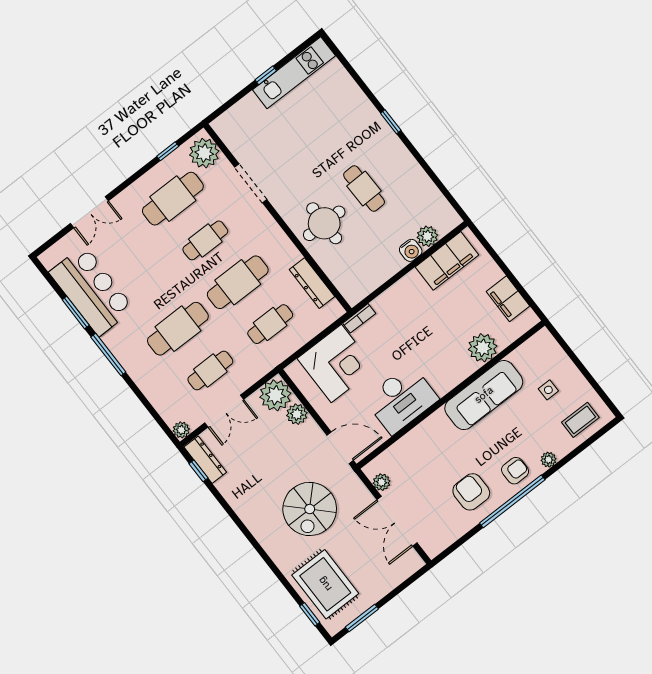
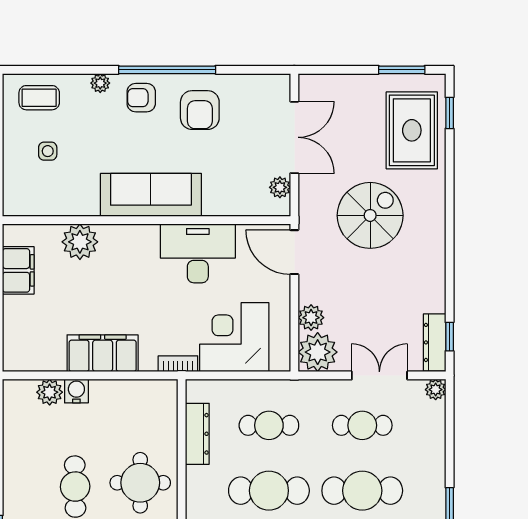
filing cabinet: (447, 261) -> (103, 353), moved
sofa: (484, 395) -> (151, 195), moved

